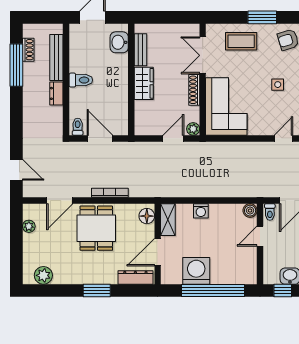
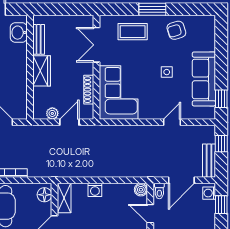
shoe rack: (194, 90) -> (89, 90), moved
plant: (193, 129) -> (52, 113), moved
door: (260, 236) -> (150, 214), hinge flipped

